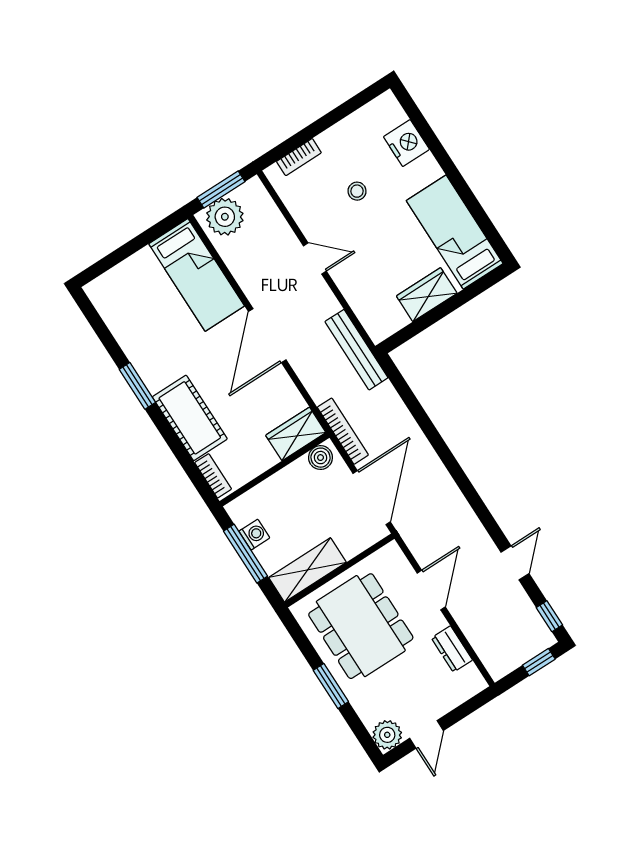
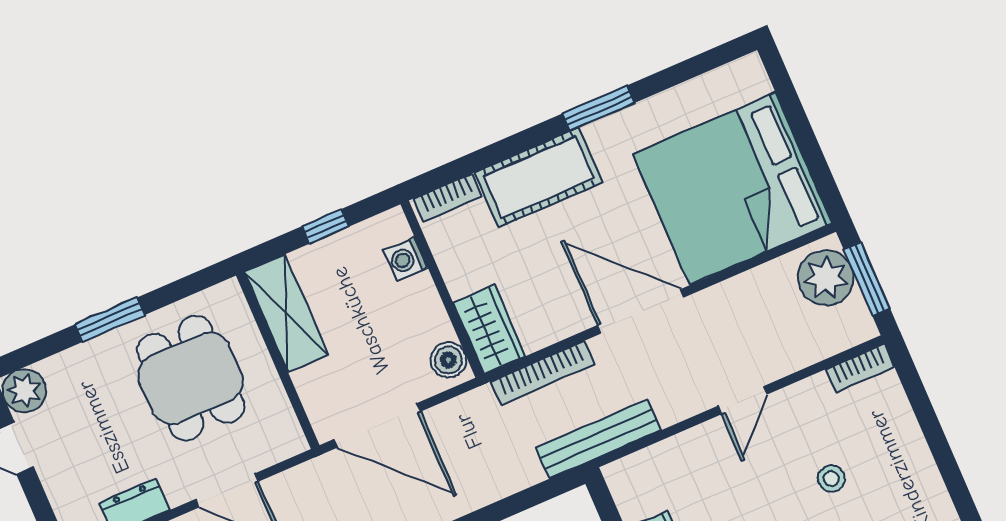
bookcase: (299, 157) -> (860, 368), moved, turned -90
bed: (197, 275) -> (733, 189), width x2.04
bookcase: (343, 431) -> (543, 373), moved
washing machine: (254, 535) -> (406, 259), moved, turned 90
window: (246, 554) -> (325, 226), width x0.46
dining table: (361, 626) -> (191, 378), width x0.73

